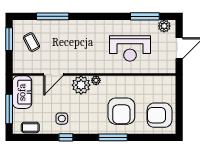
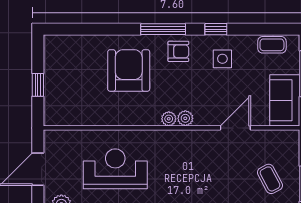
plant: (81, 85) -> (185, 118), width x0.53, depth x0.53
window: (179, 102) -> (38, 85), added
armchair: (159, 115) -> (178, 51), moved, width x0.53, depth x0.53
window: (113, 137) -> (163, 29), moved

